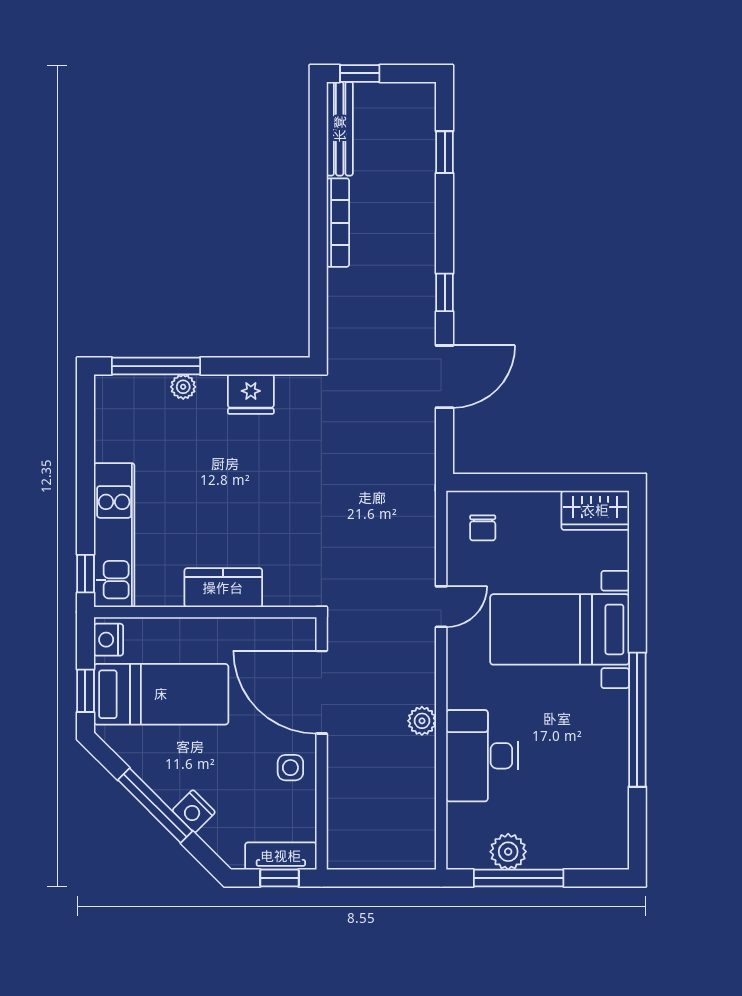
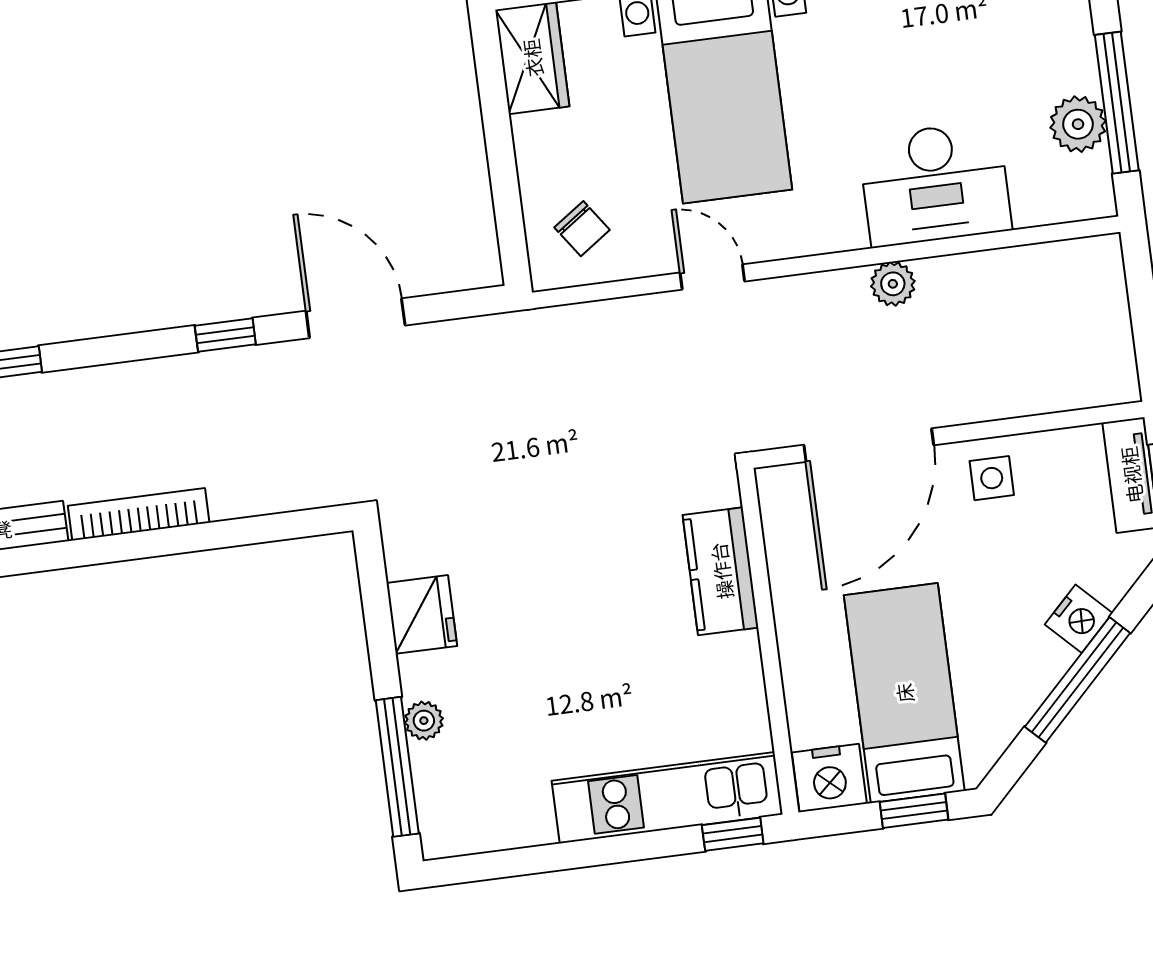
chair: (483, 528) -> (582, 229), turned 55
kitchen counter: (223, 588) -> (721, 571), moved
nightstand: (108, 640) -> (829, 778), width x1.36, depth x1.33

